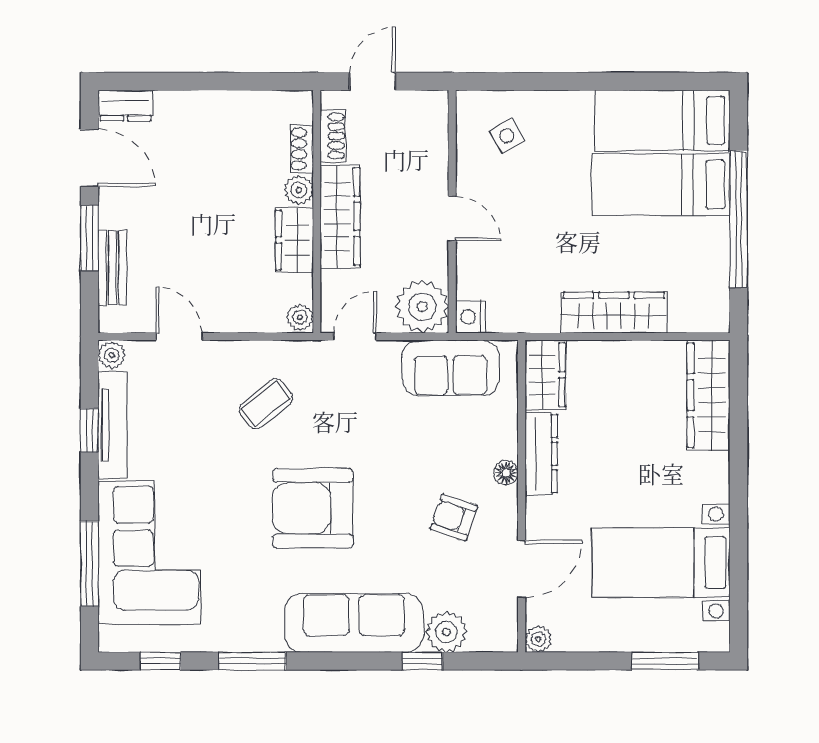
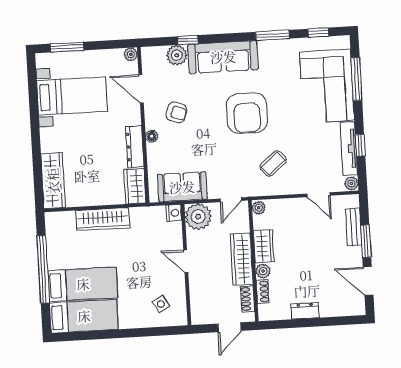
dresser: (126, 106) -> (305, 311), moved
armchair: (313, 508) -> (247, 113), turned 90
door: (522, 569) -> (141, 89), hinge flipped

